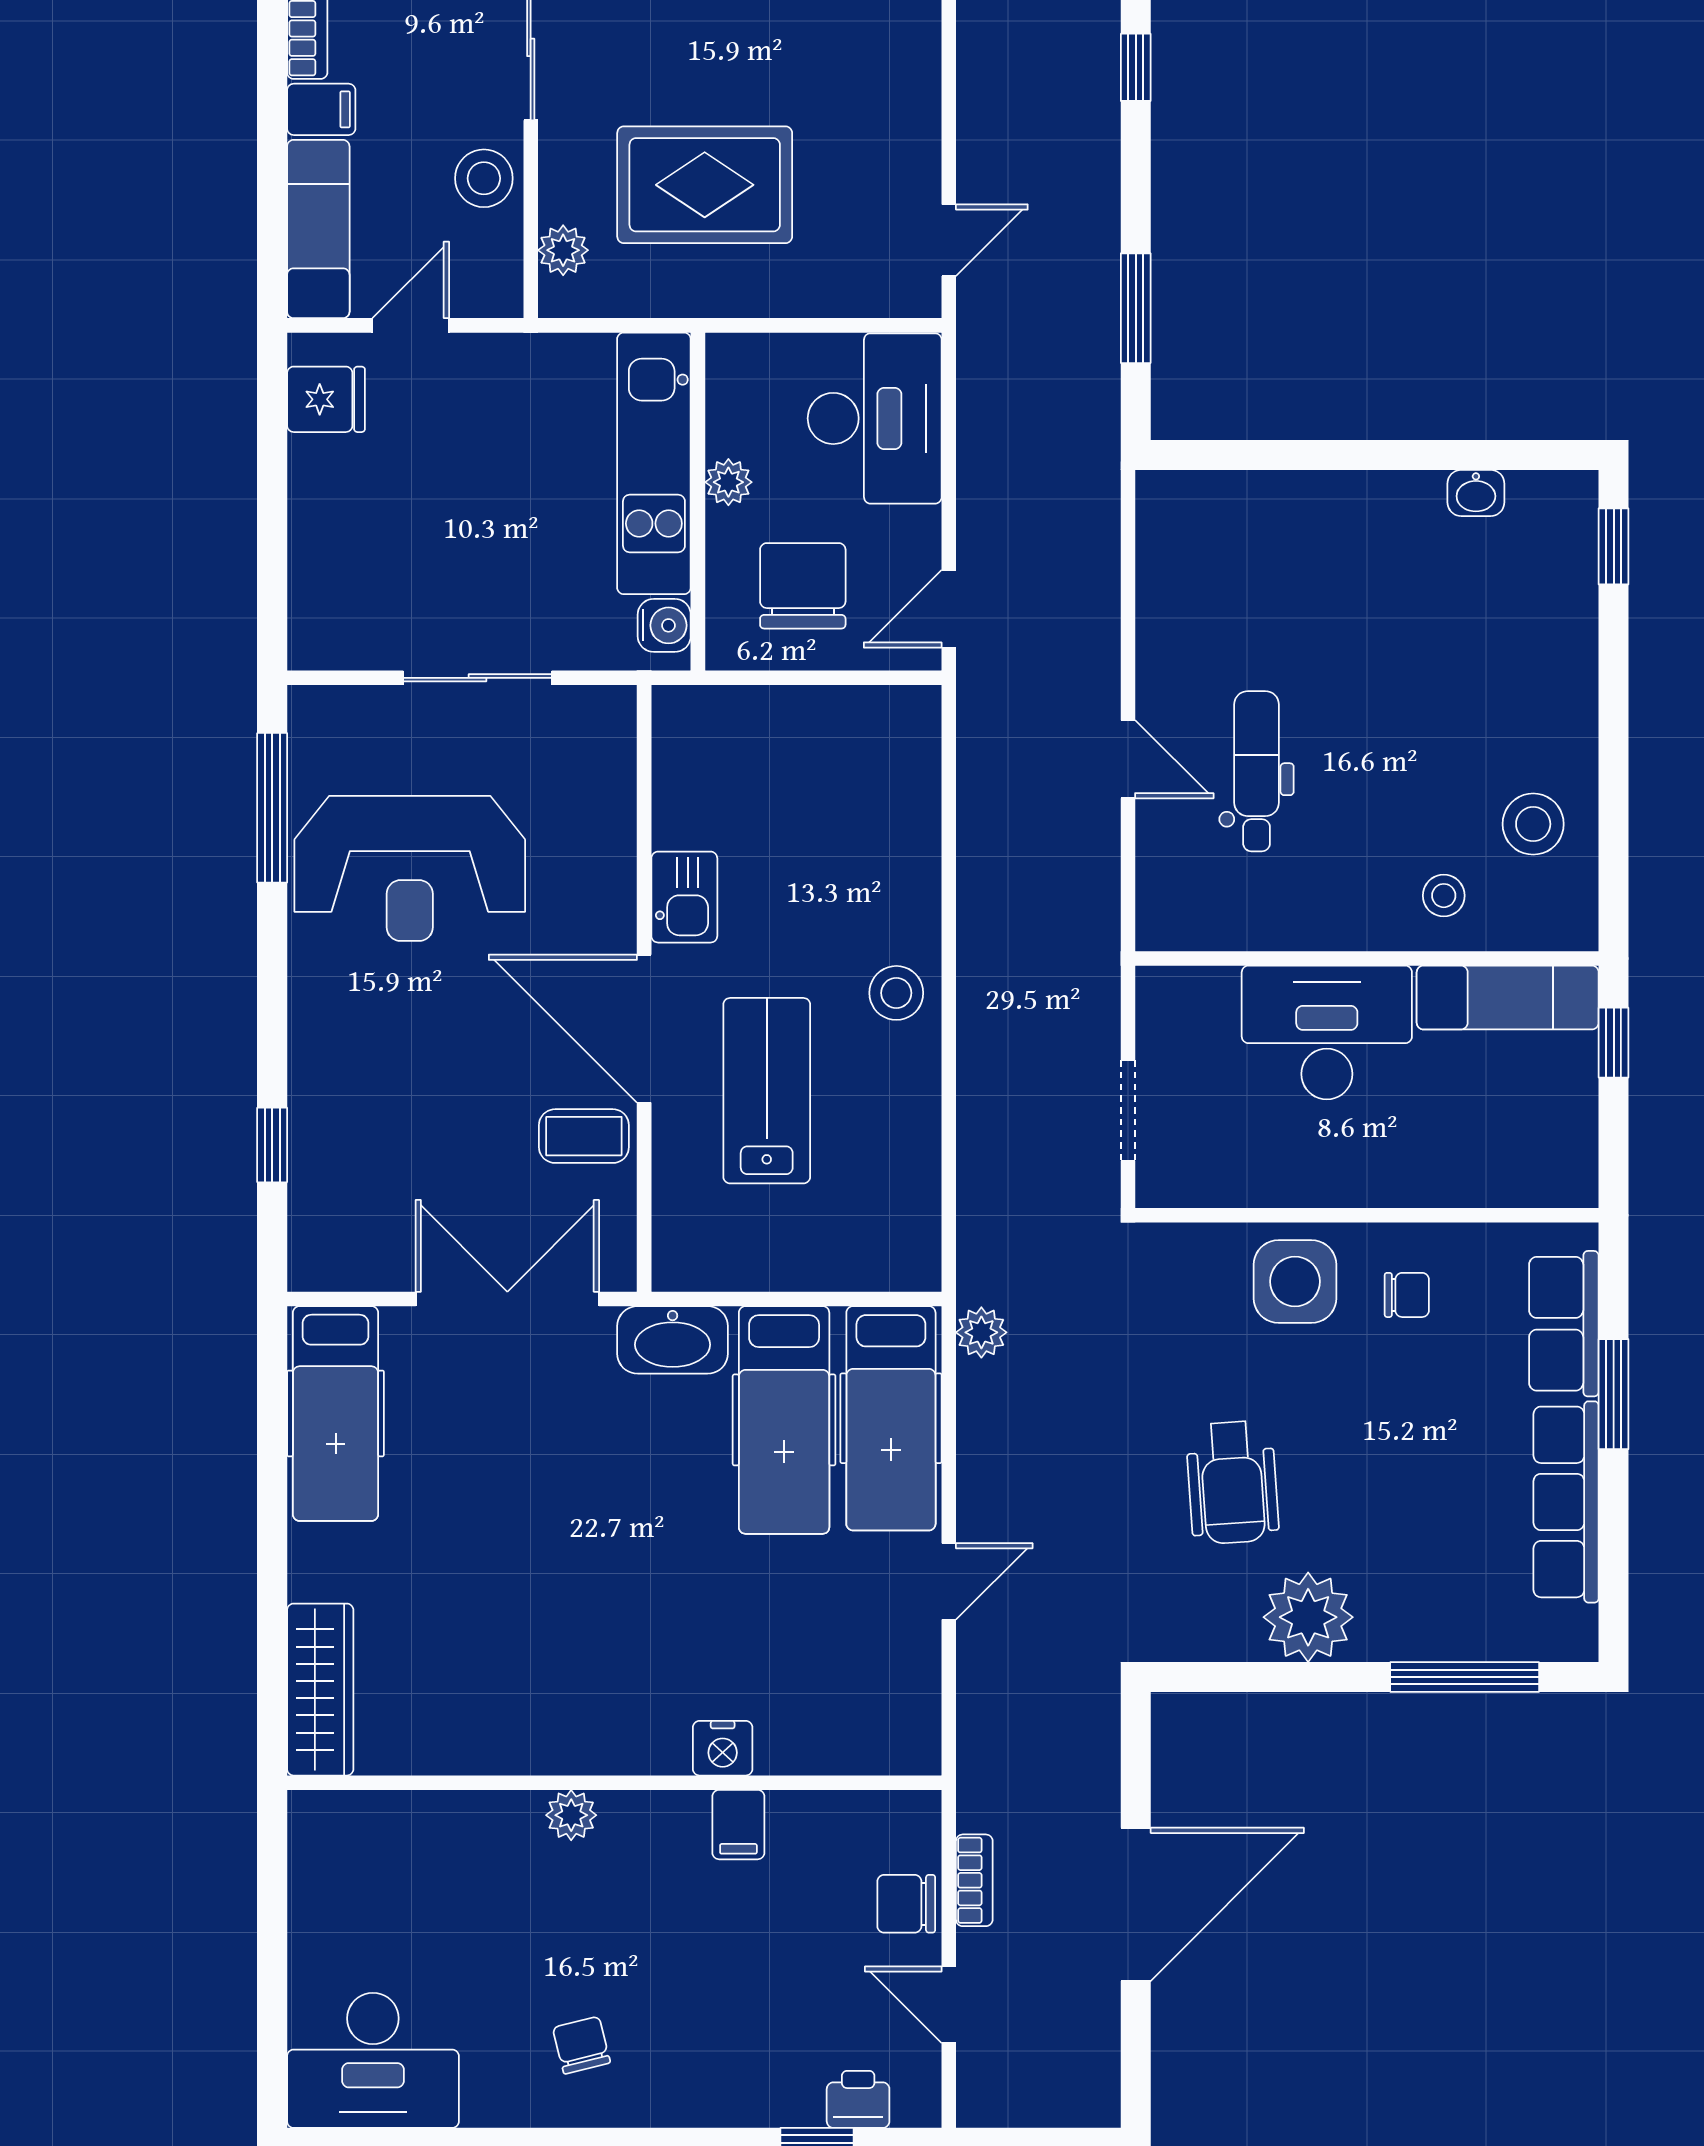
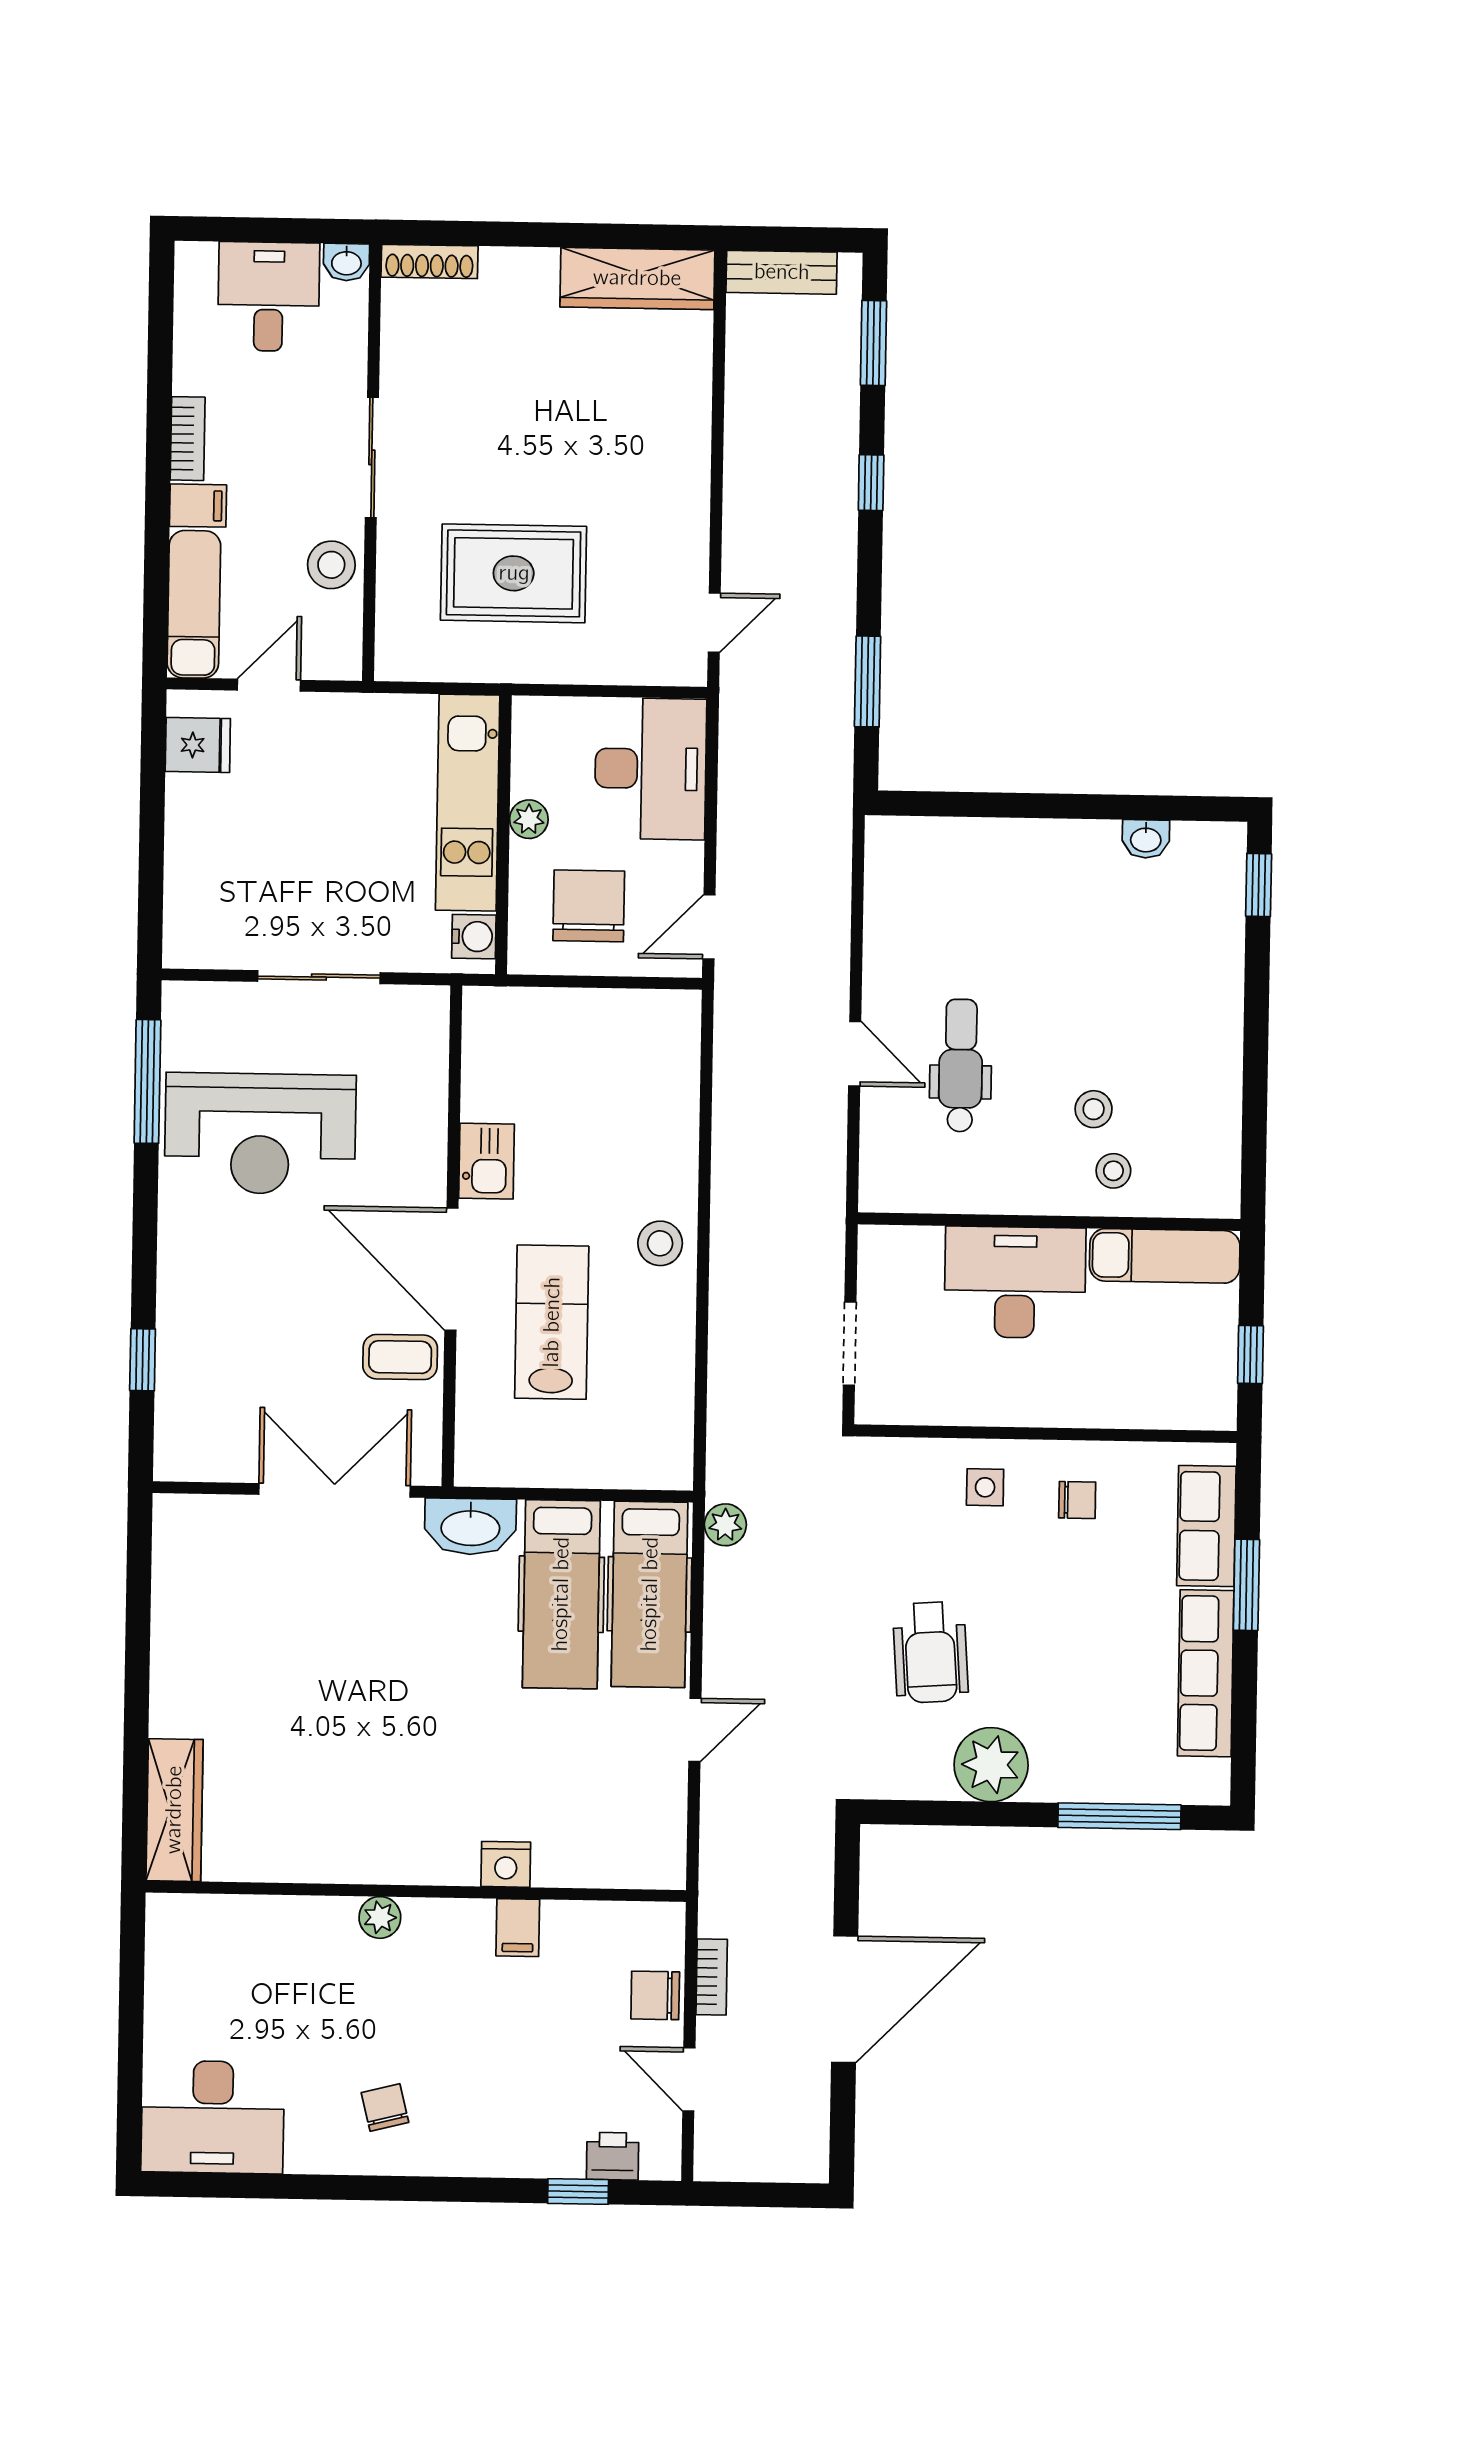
plant: (563, 250) -> (396, 625), removed
stool: (1533, 824) -> (1094, 1109), moved, width x0.73, depth x0.73
window: (1614, 1043) -> (1250, 1355), moved
side table: (1295, 1281) -> (985, 1487), width x0.54, depth x0.54
hospital bed: (336, 1413) -> (191, 1582), removed

